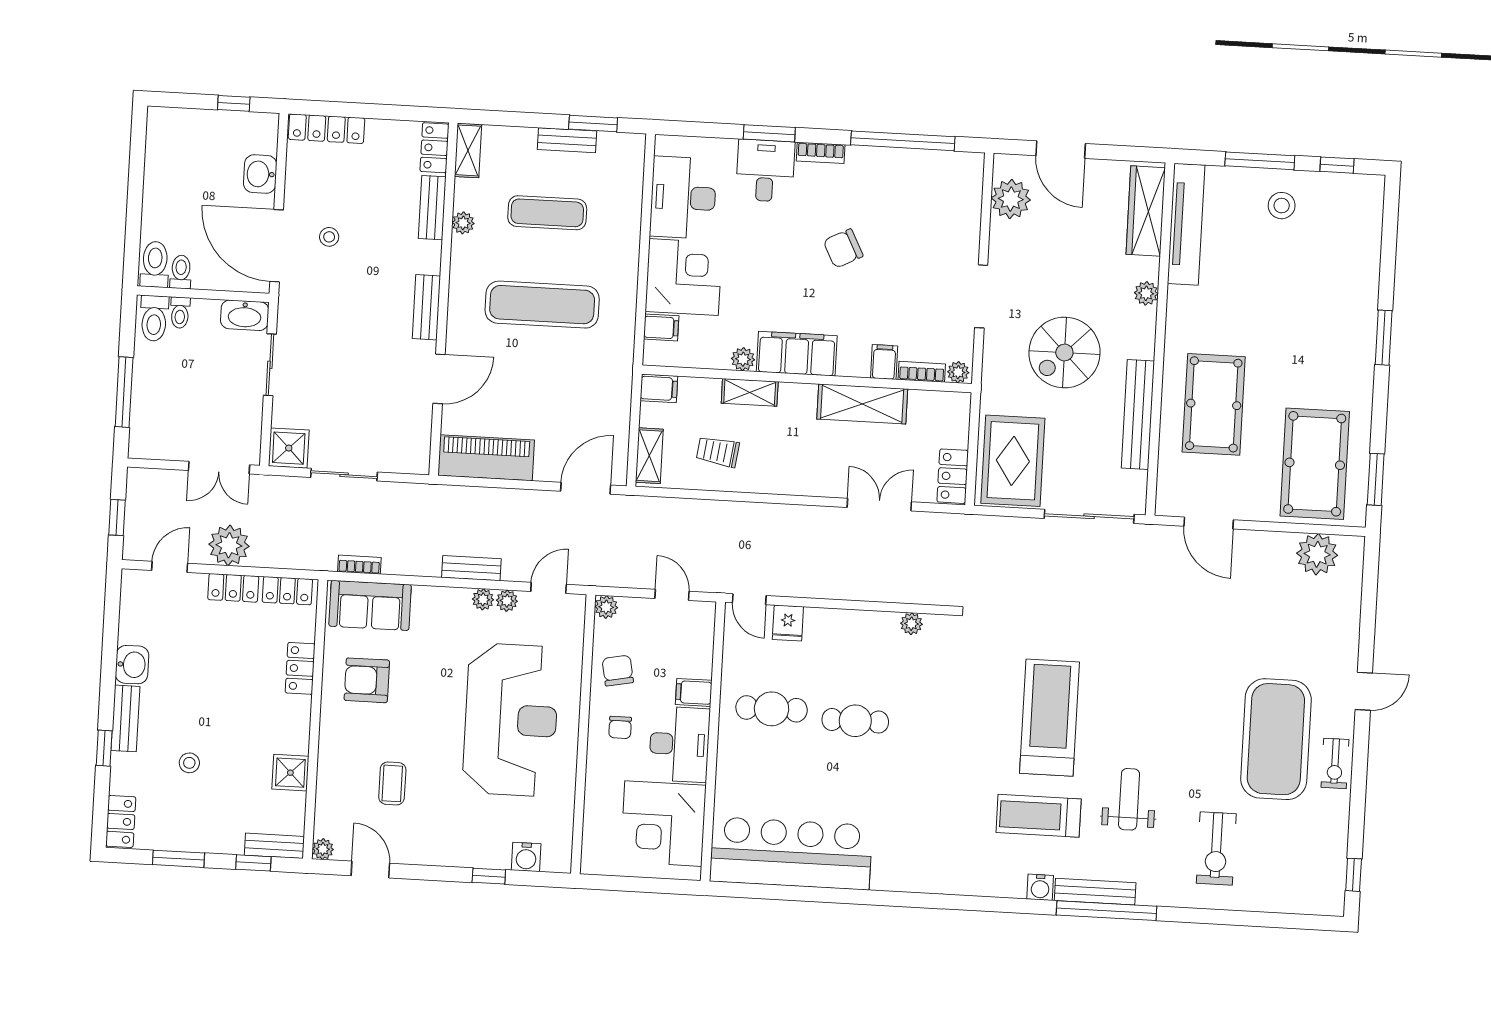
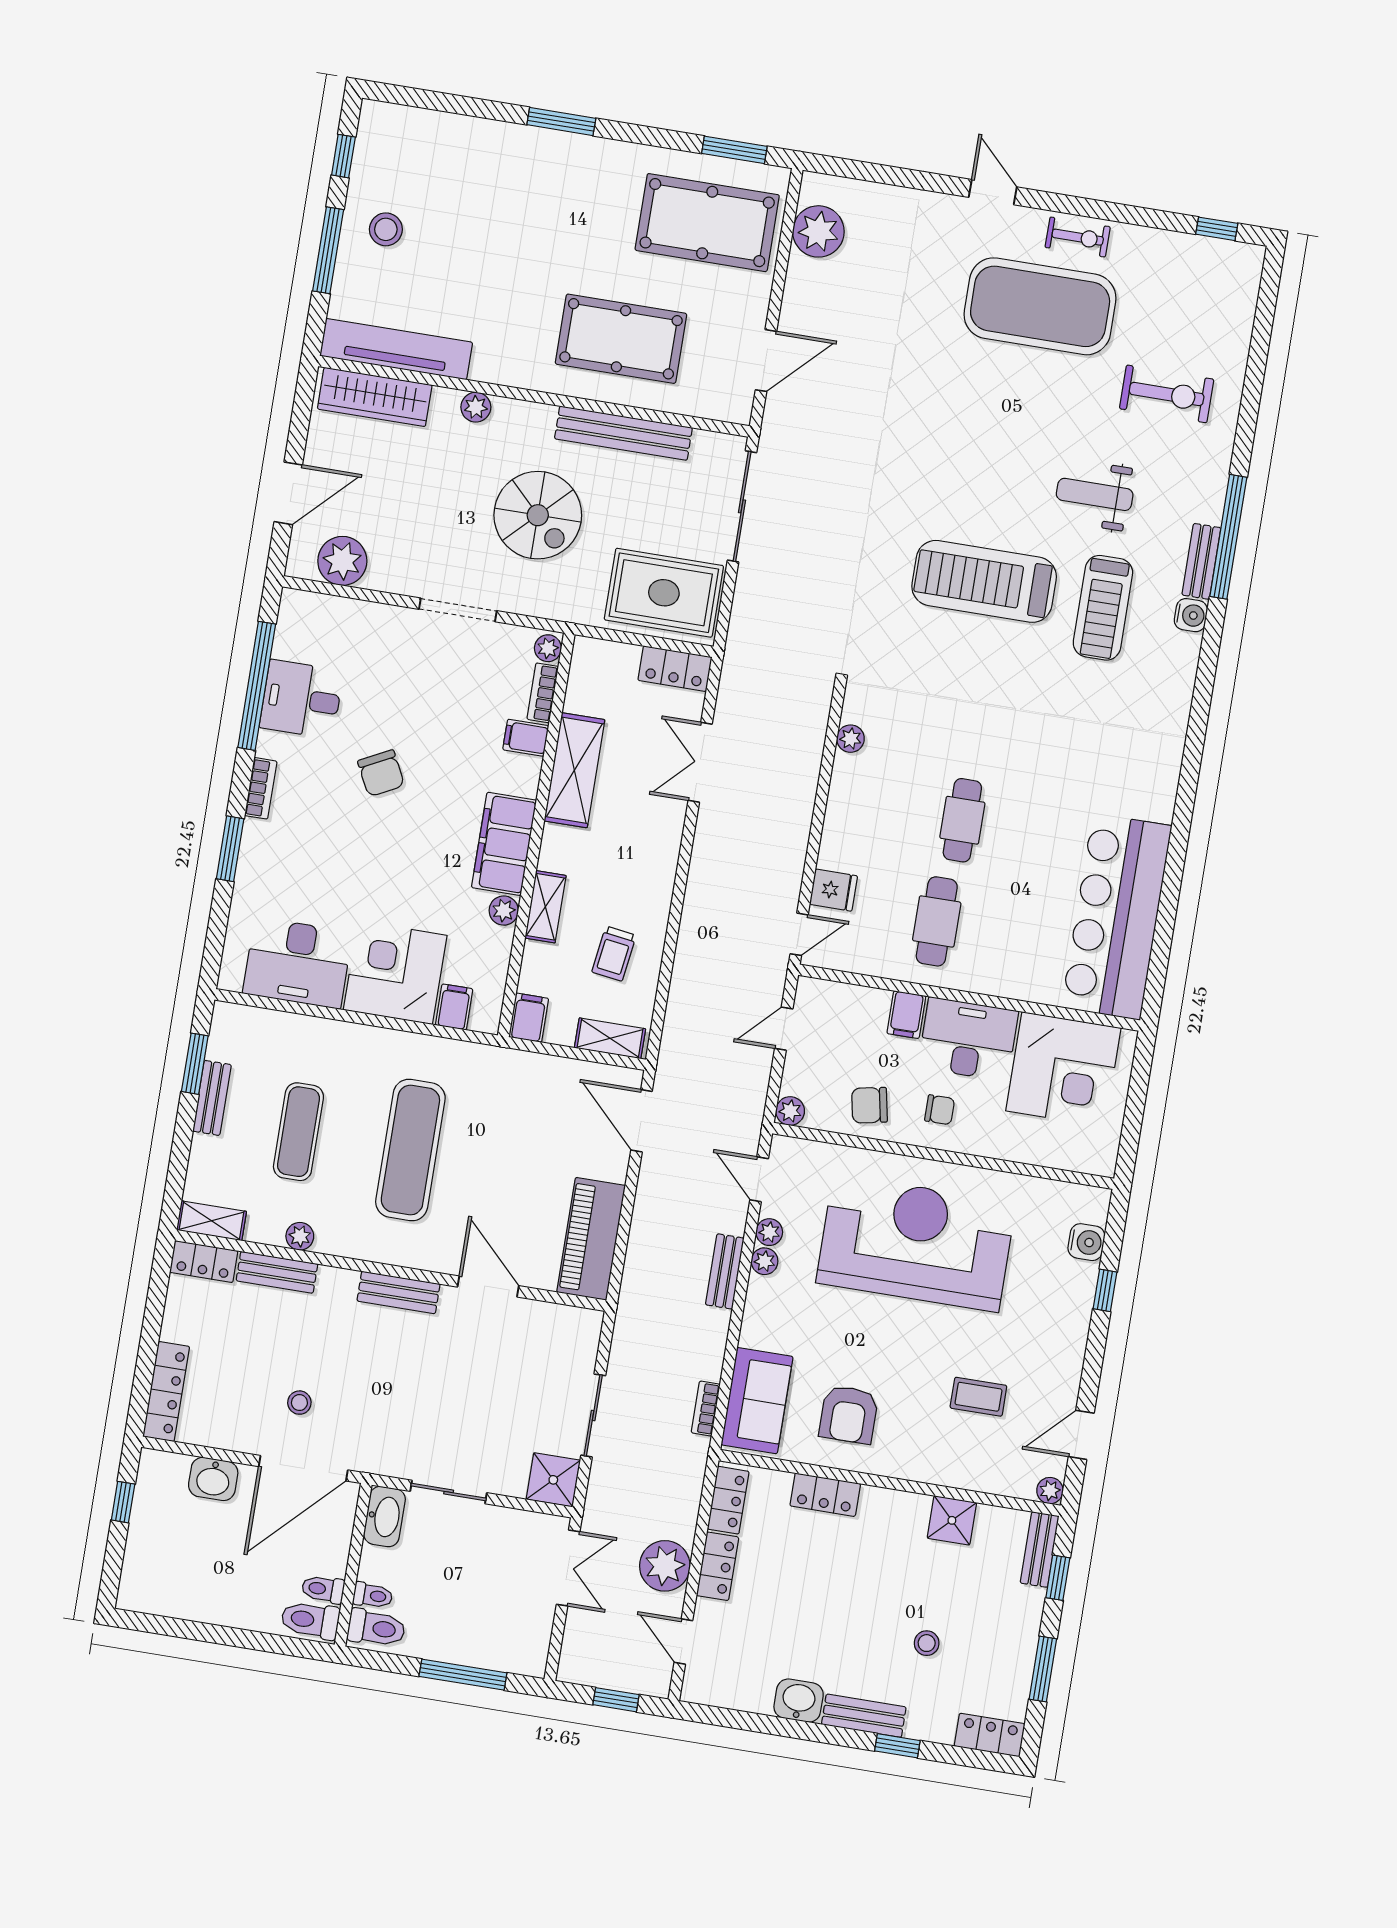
desk: (765, 171) -> (301, 699), moved
bench: (1095, 892) -> (1201, 561), width x0.73

